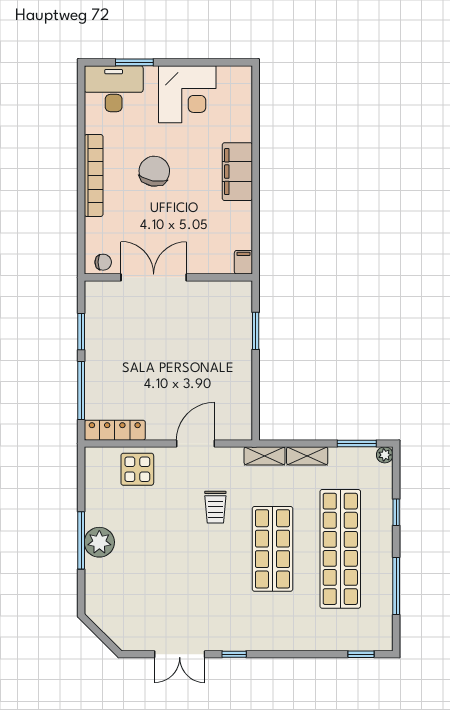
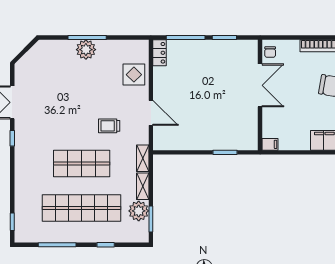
locker: (115, 430) -> (160, 53), width x0.66
plant: (385, 455) -> (139, 211), moved, width x1.88, depth x1.88

